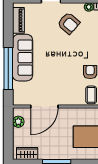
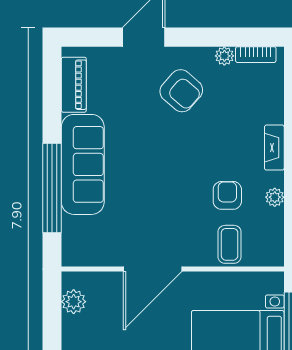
door: (44, 106) -> (153, 269), moved

